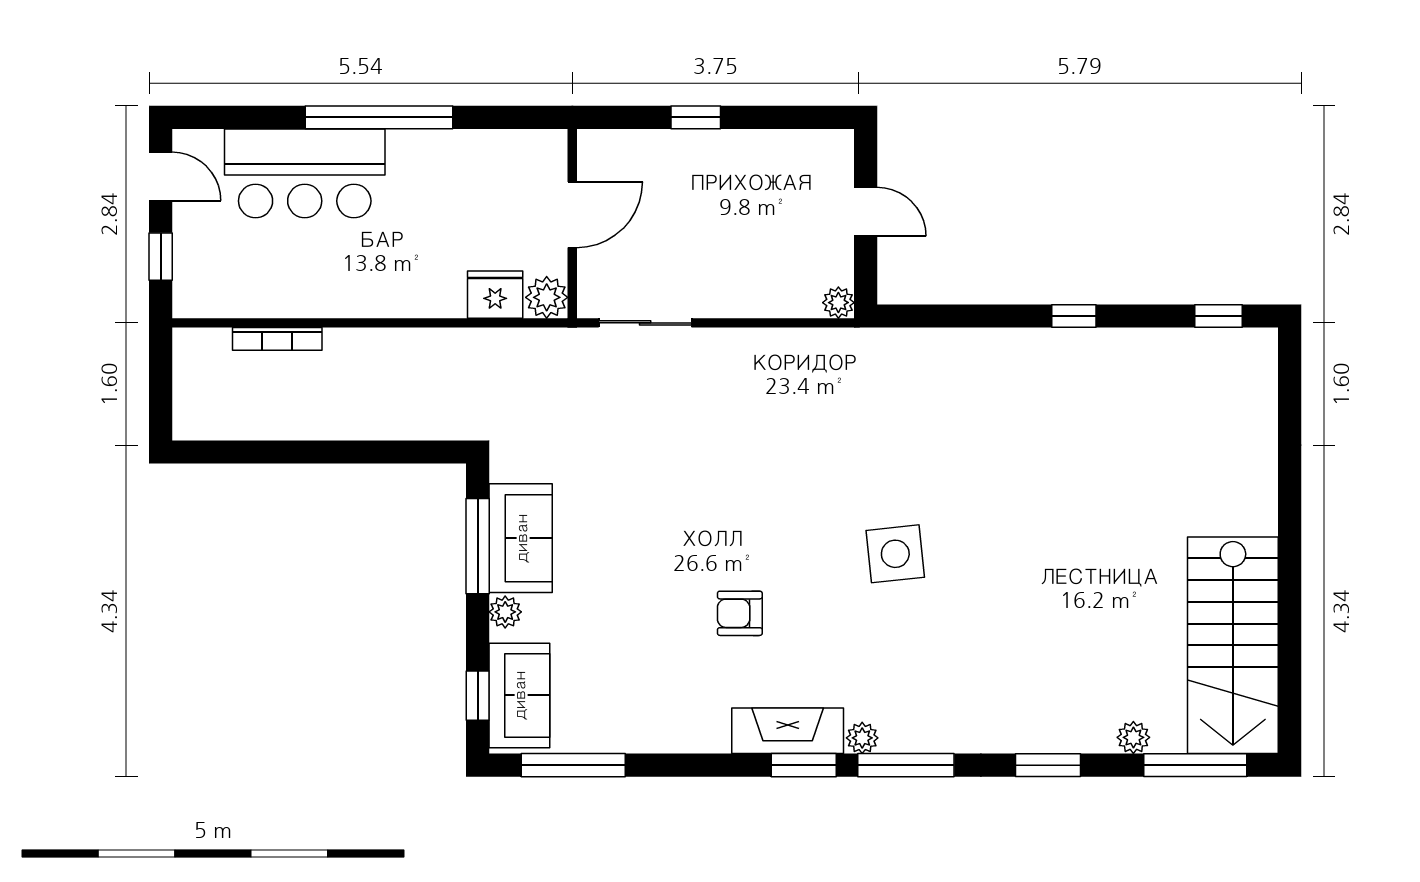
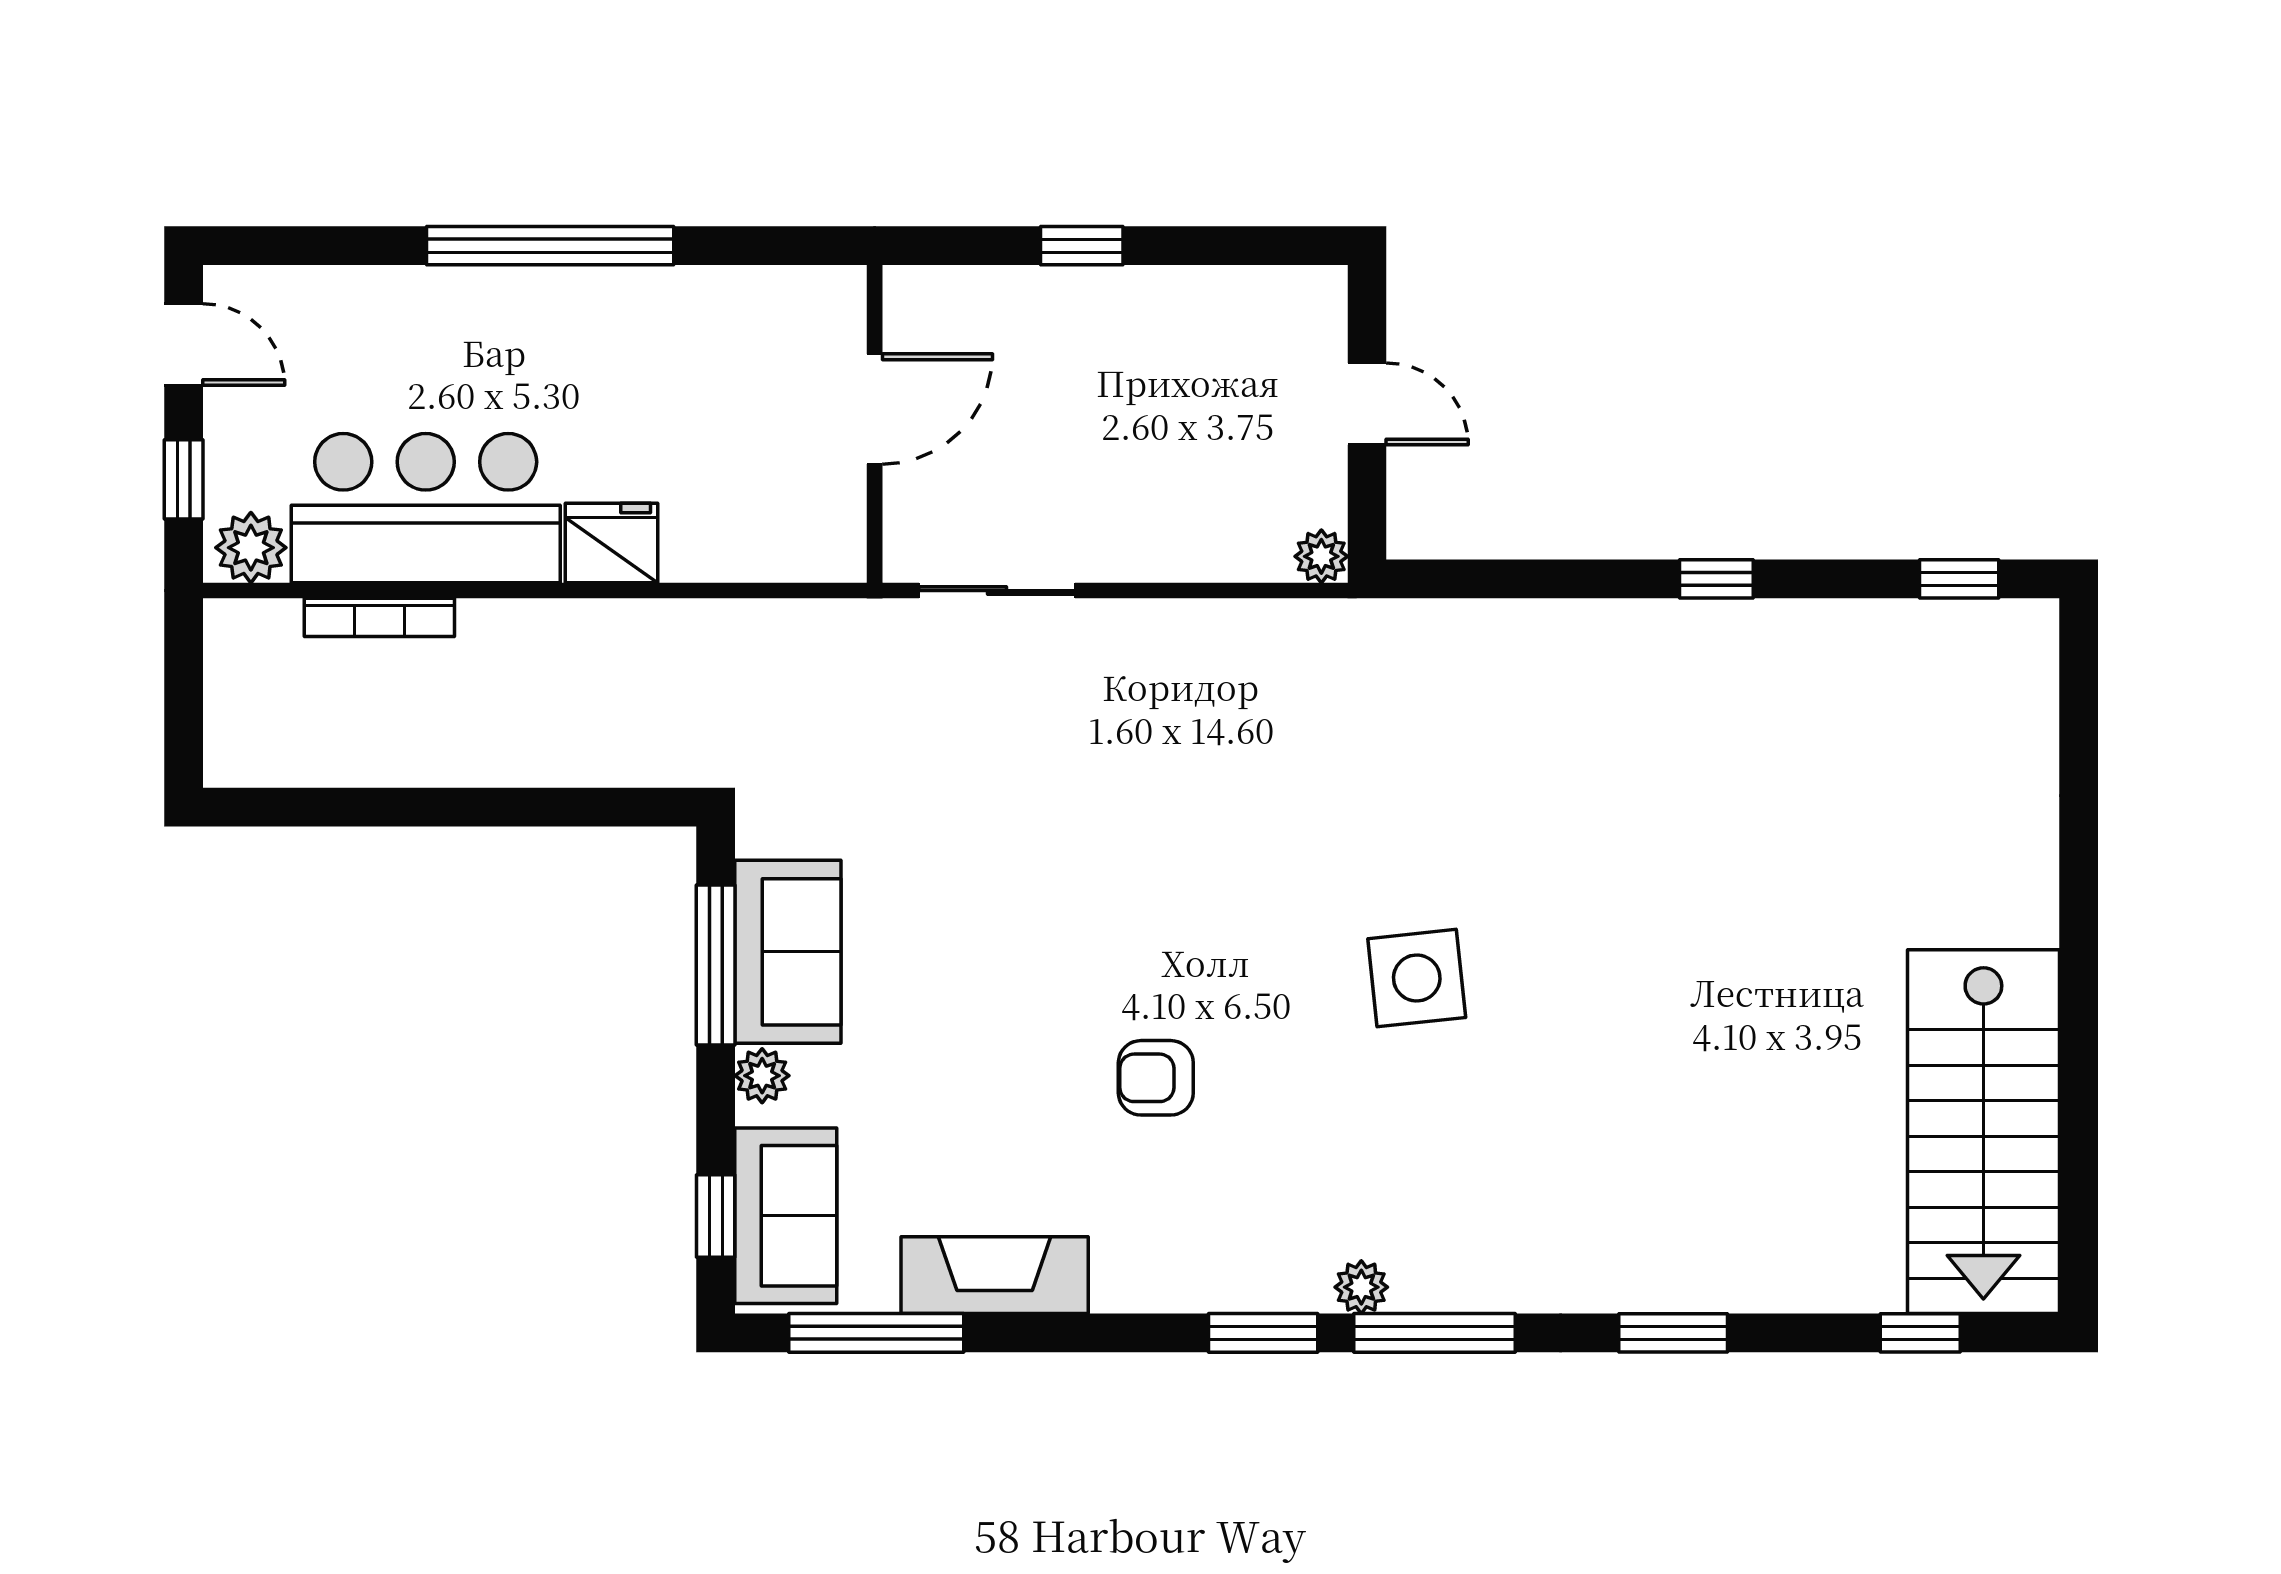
bar counter: (305, 173) -> (426, 508), moved, turned 180
fridge: (495, 295) -> (612, 543), moved
plant: (547, 297) -> (251, 548), moved
fireplace: (788, 731) -> (995, 1275), moved
plant: (1133, 737) -> (1816, 1286), removed
window: (1195, 765) -> (1920, 1333), width x0.46

